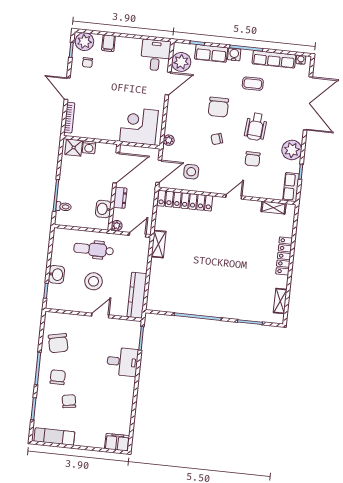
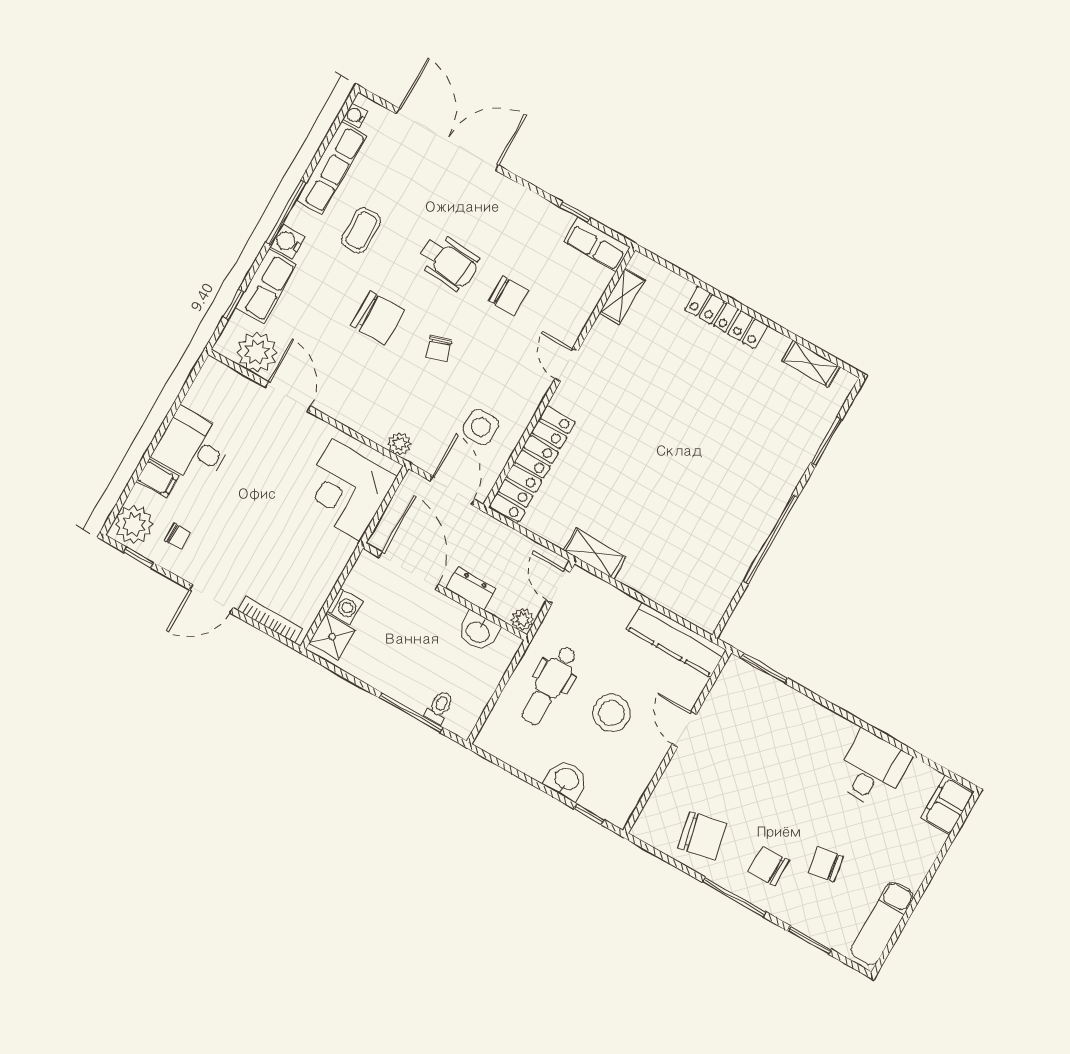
desk: (156, 55) -> (193, 447), moved
plant: (292, 150) -> (525, 211), removed
desk: (122, 362) -> (872, 770), moved

